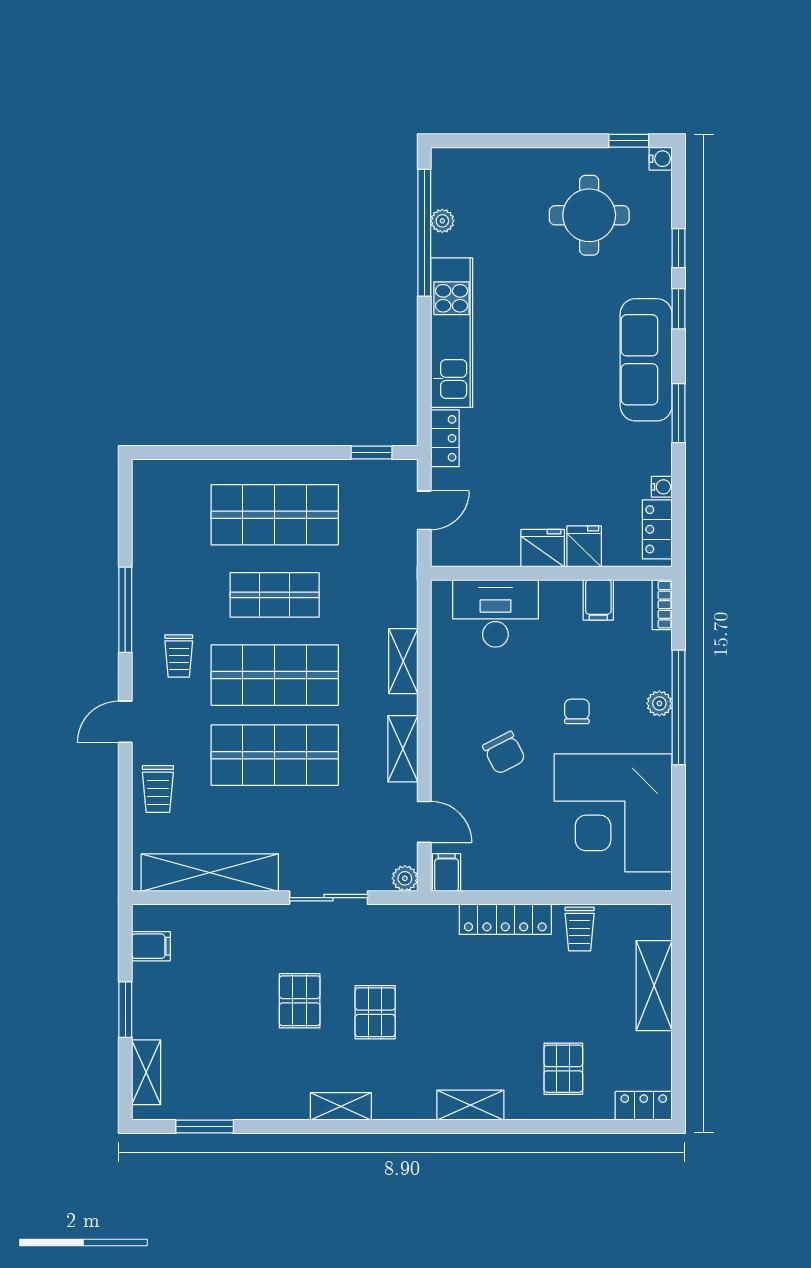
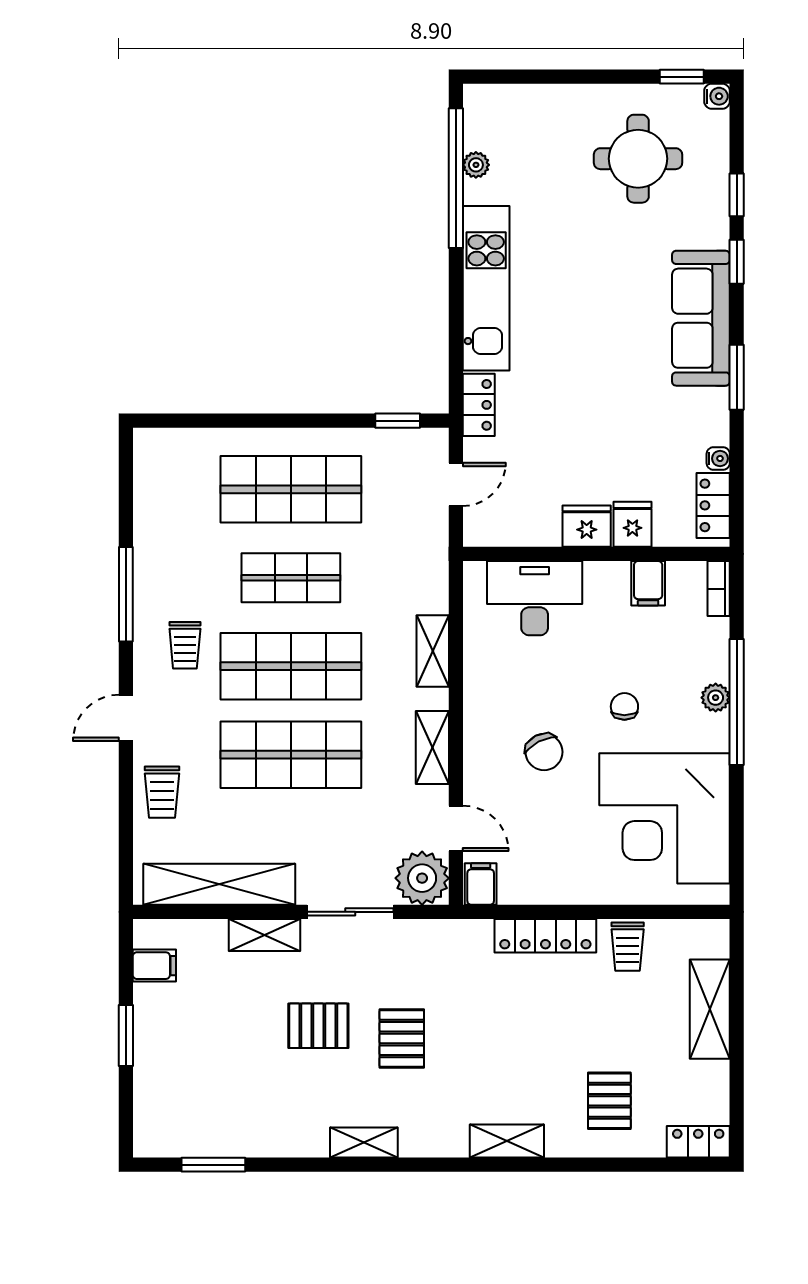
plant: (405, 878) -> (422, 878), width x1.87, depth x1.87
pallet: (300, 1001) -> (318, 1026), turned 90
shelving: (146, 1072) -> (265, 935), moved, turned 90

